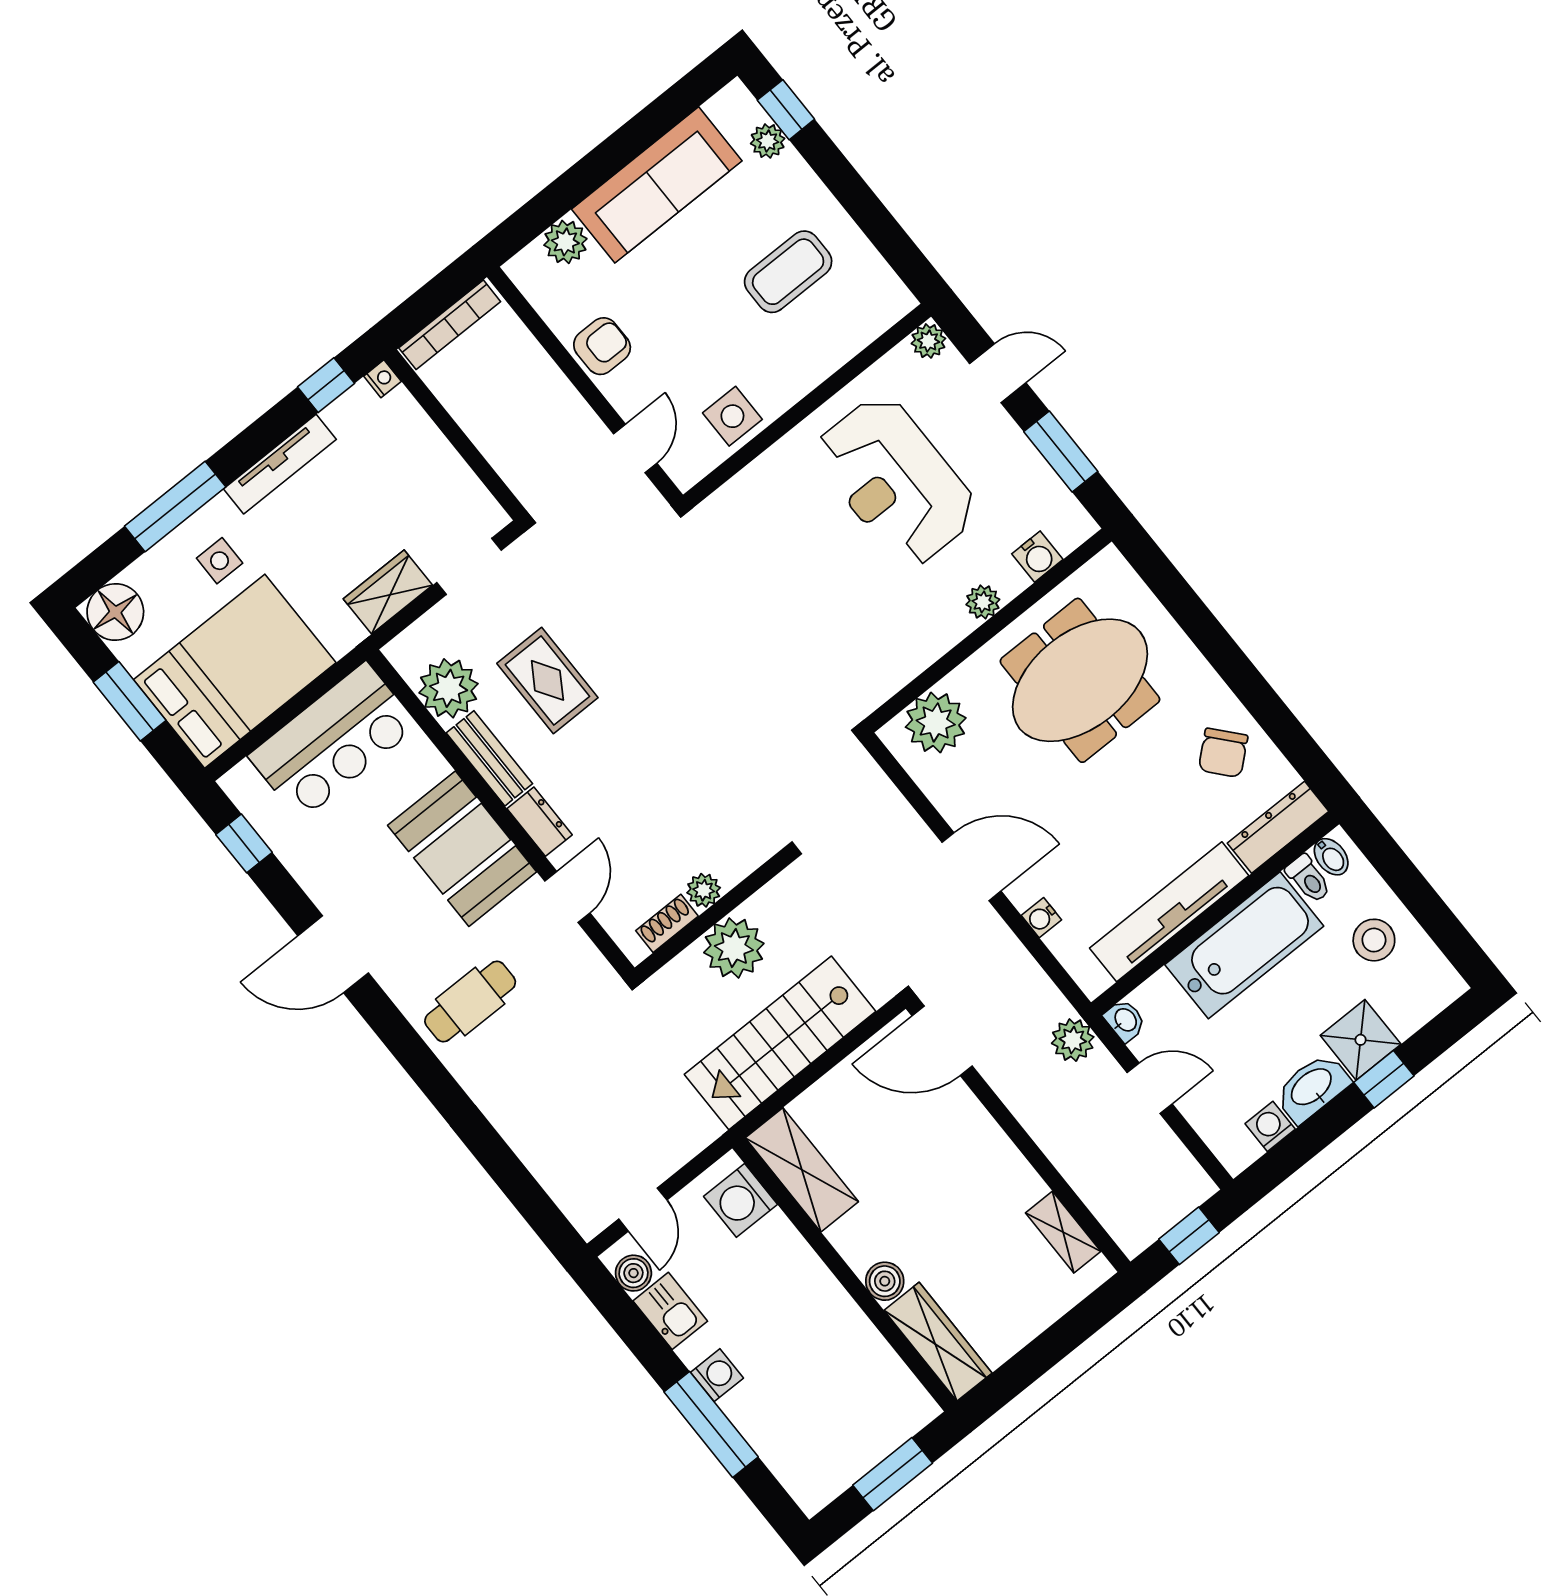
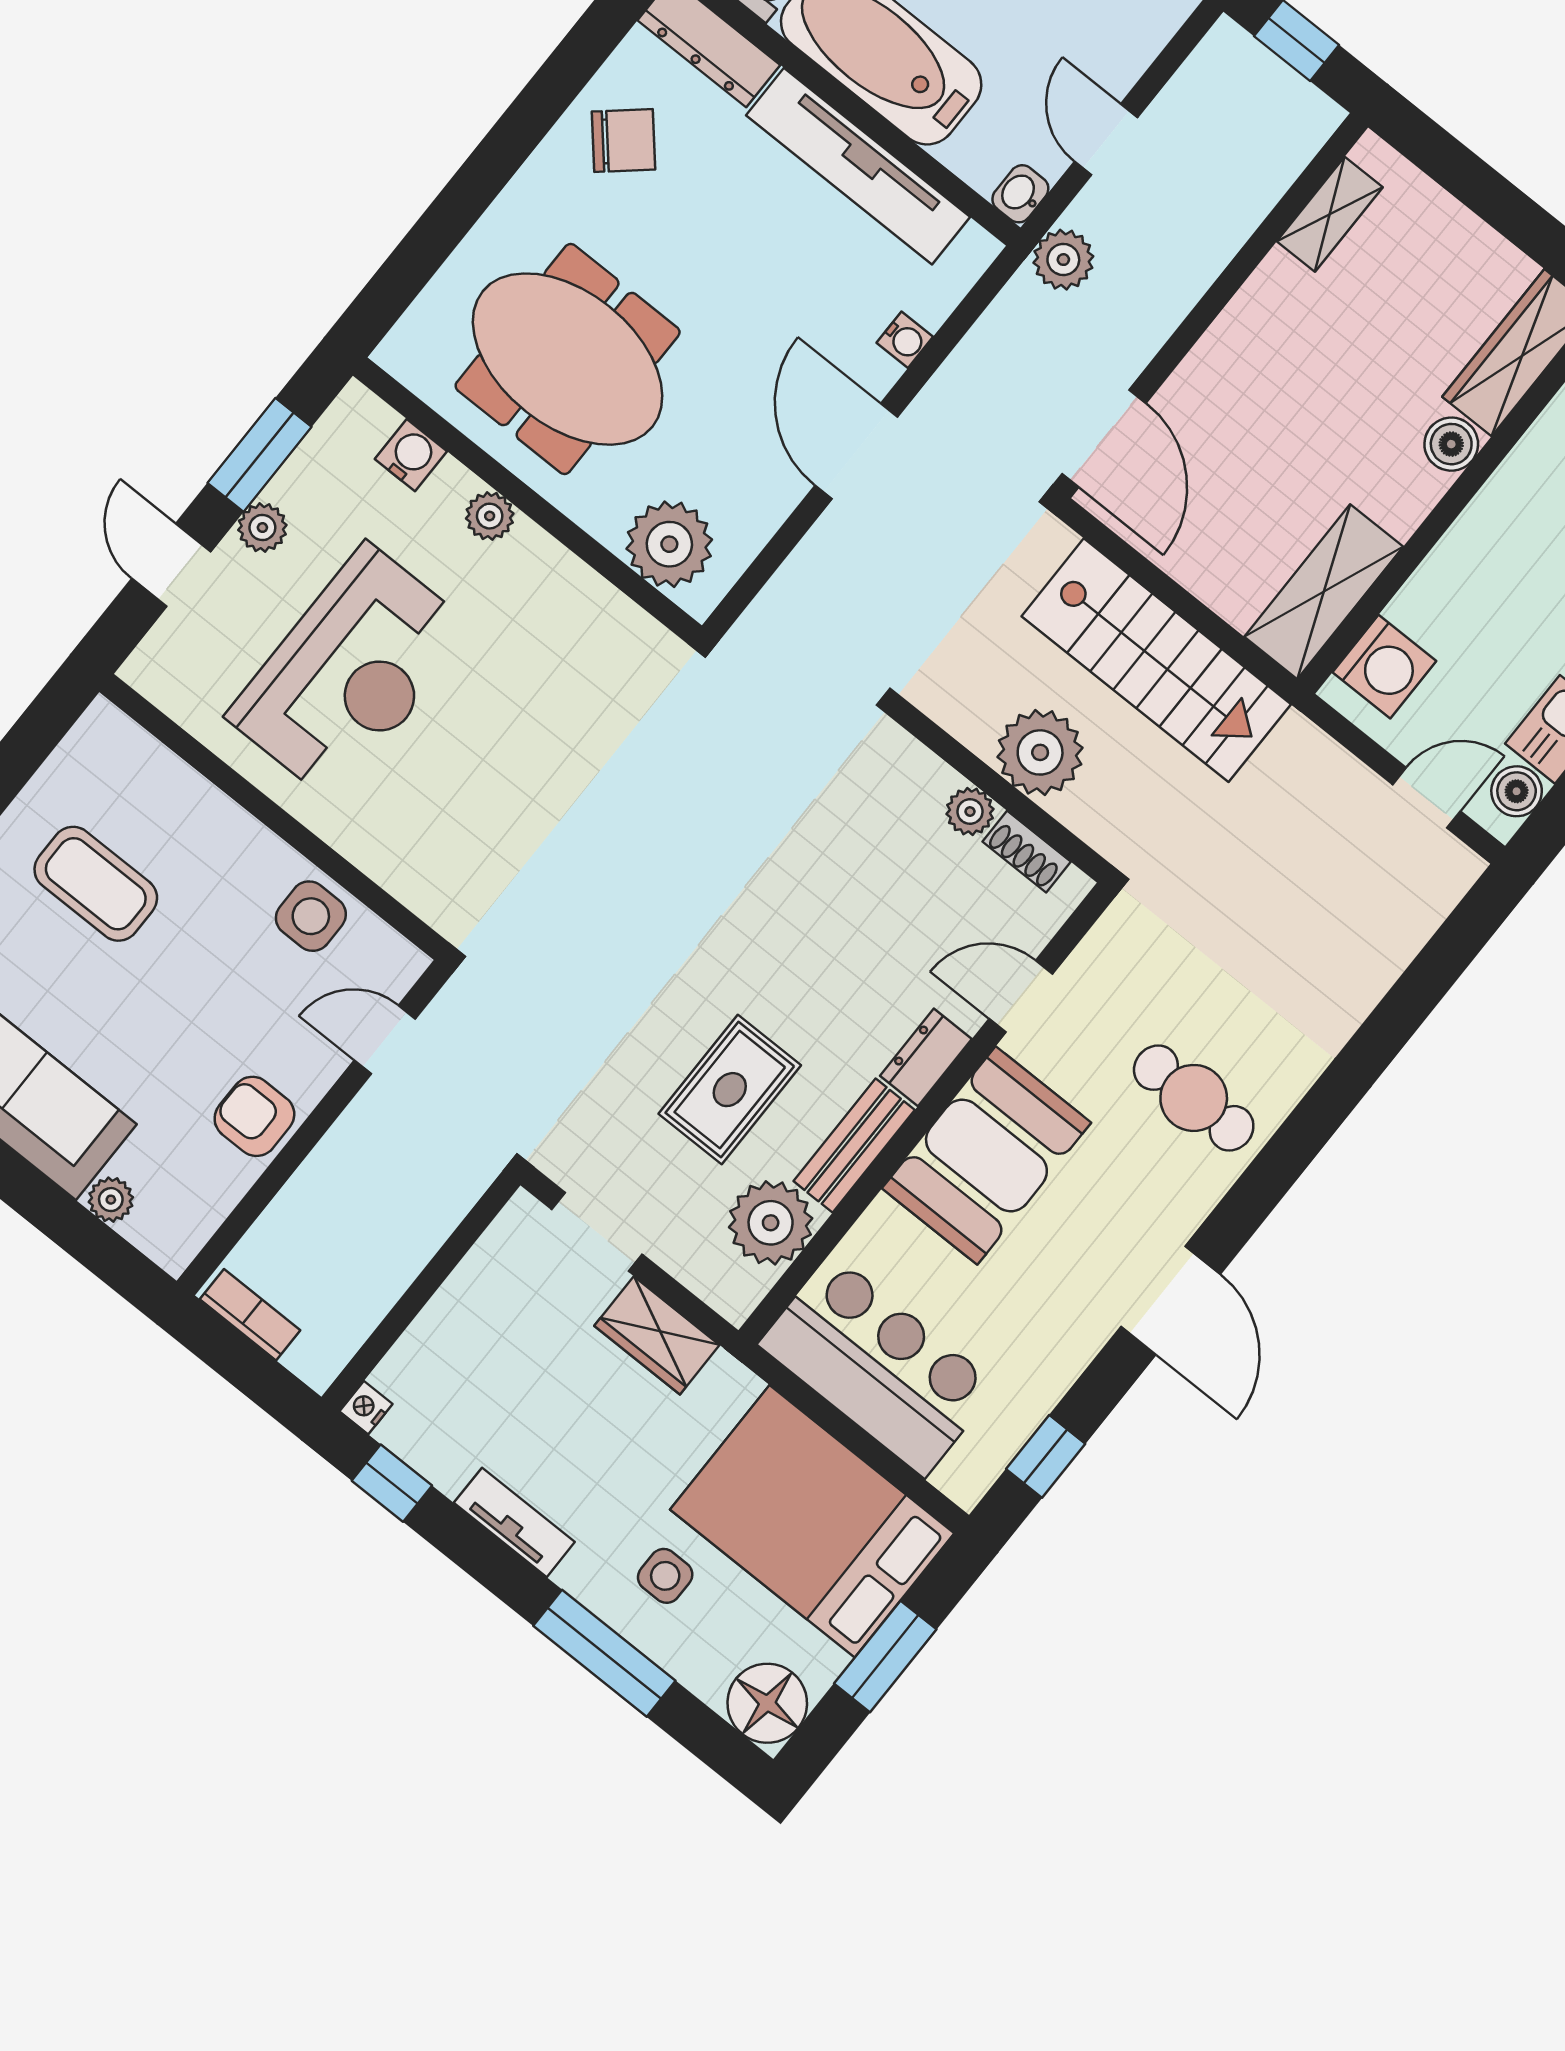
plant: (565, 242) -> (111, 1200), width x0.73, depth x0.73
bookcase: (450, 325) -> (250, 1315), width x0.64
plant: (928, 341) -> (262, 528), moved
tv unit: (280, 464) -> (514, 1522), width x0.71

